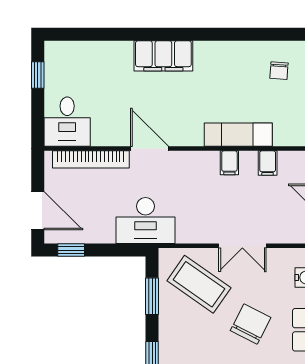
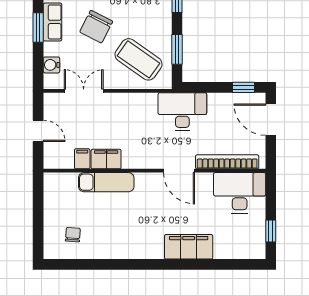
filing cabinet: (163, 56) -> (189, 247), moved
desk: (67, 122) -> (240, 193), width x1.37
filing cabinet: (229, 163) -> (106, 159), width x2.00
double door: (242, 246) -> (84, 91), moved

